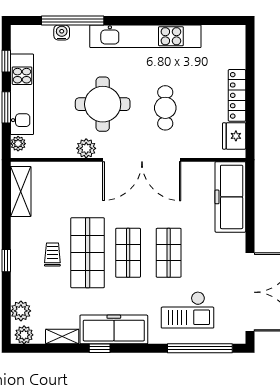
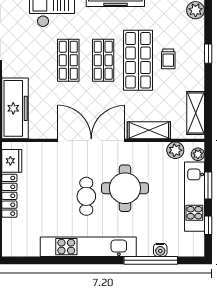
cafe table: (165, 108) -> (86, 196), moved
plant: (86, 148) -> (175, 150), moved
shelving: (75, 172) -> (149, 130), added

